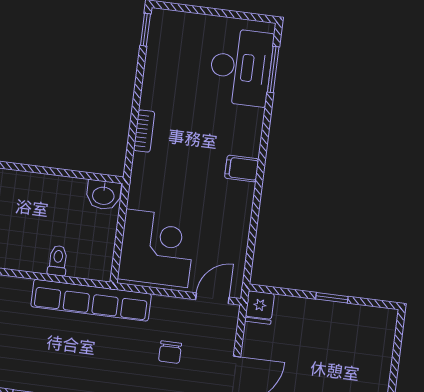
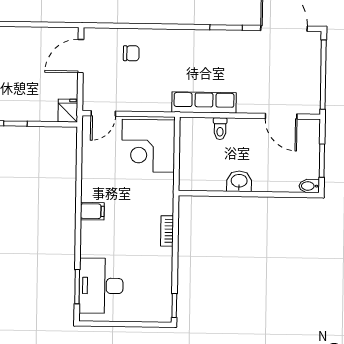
washbasin: (103, 195) -> (239, 181), moved
row of seats: (91, 300) -> (204, 102), width x0.73
chair: (170, 352) -> (131, 53), moved, turned 90

